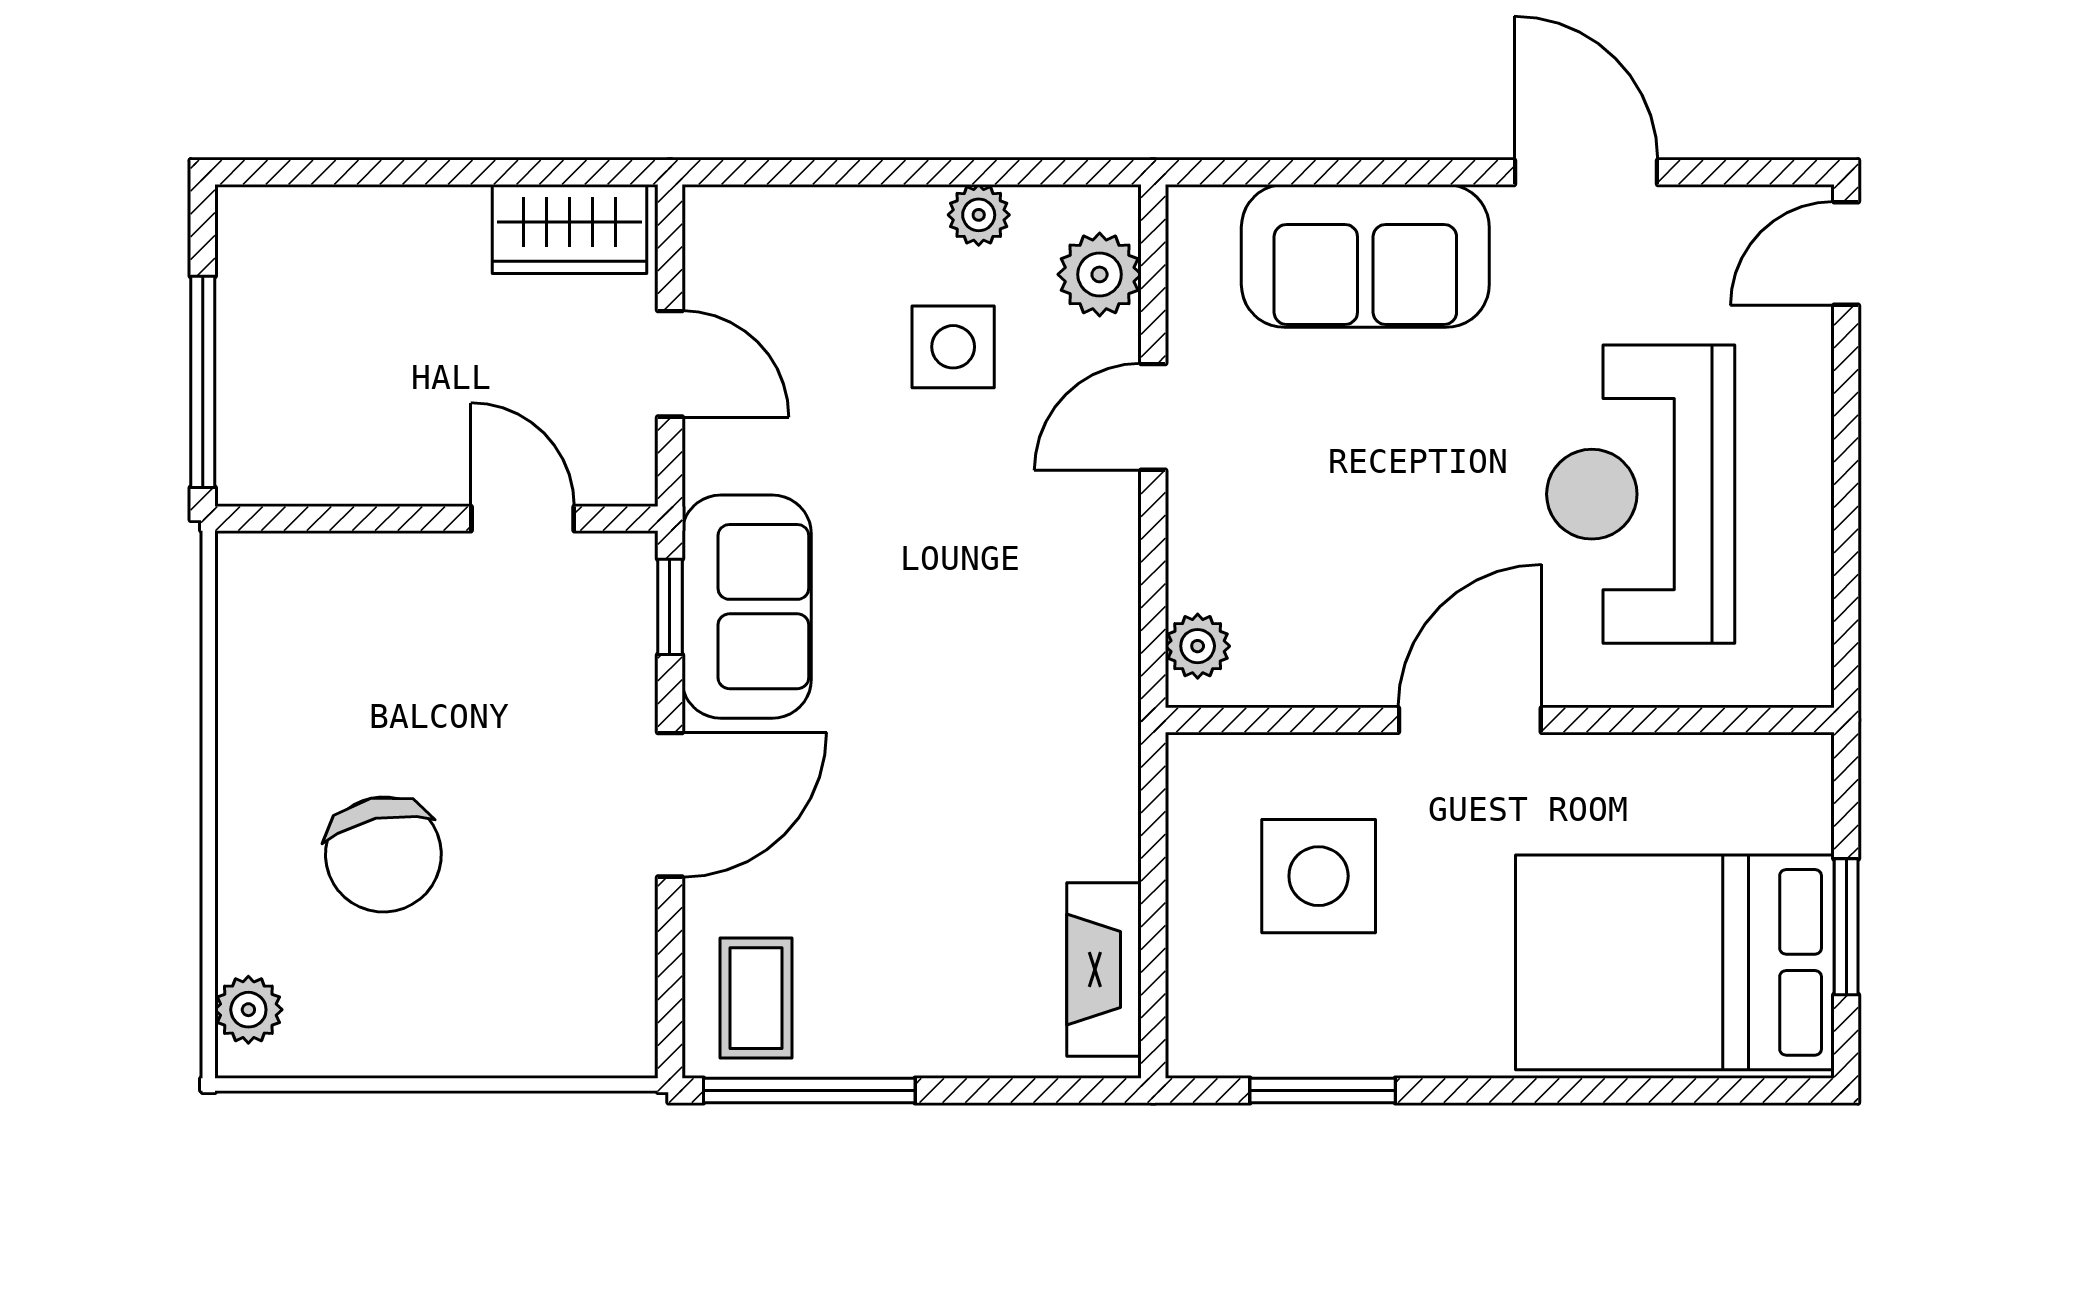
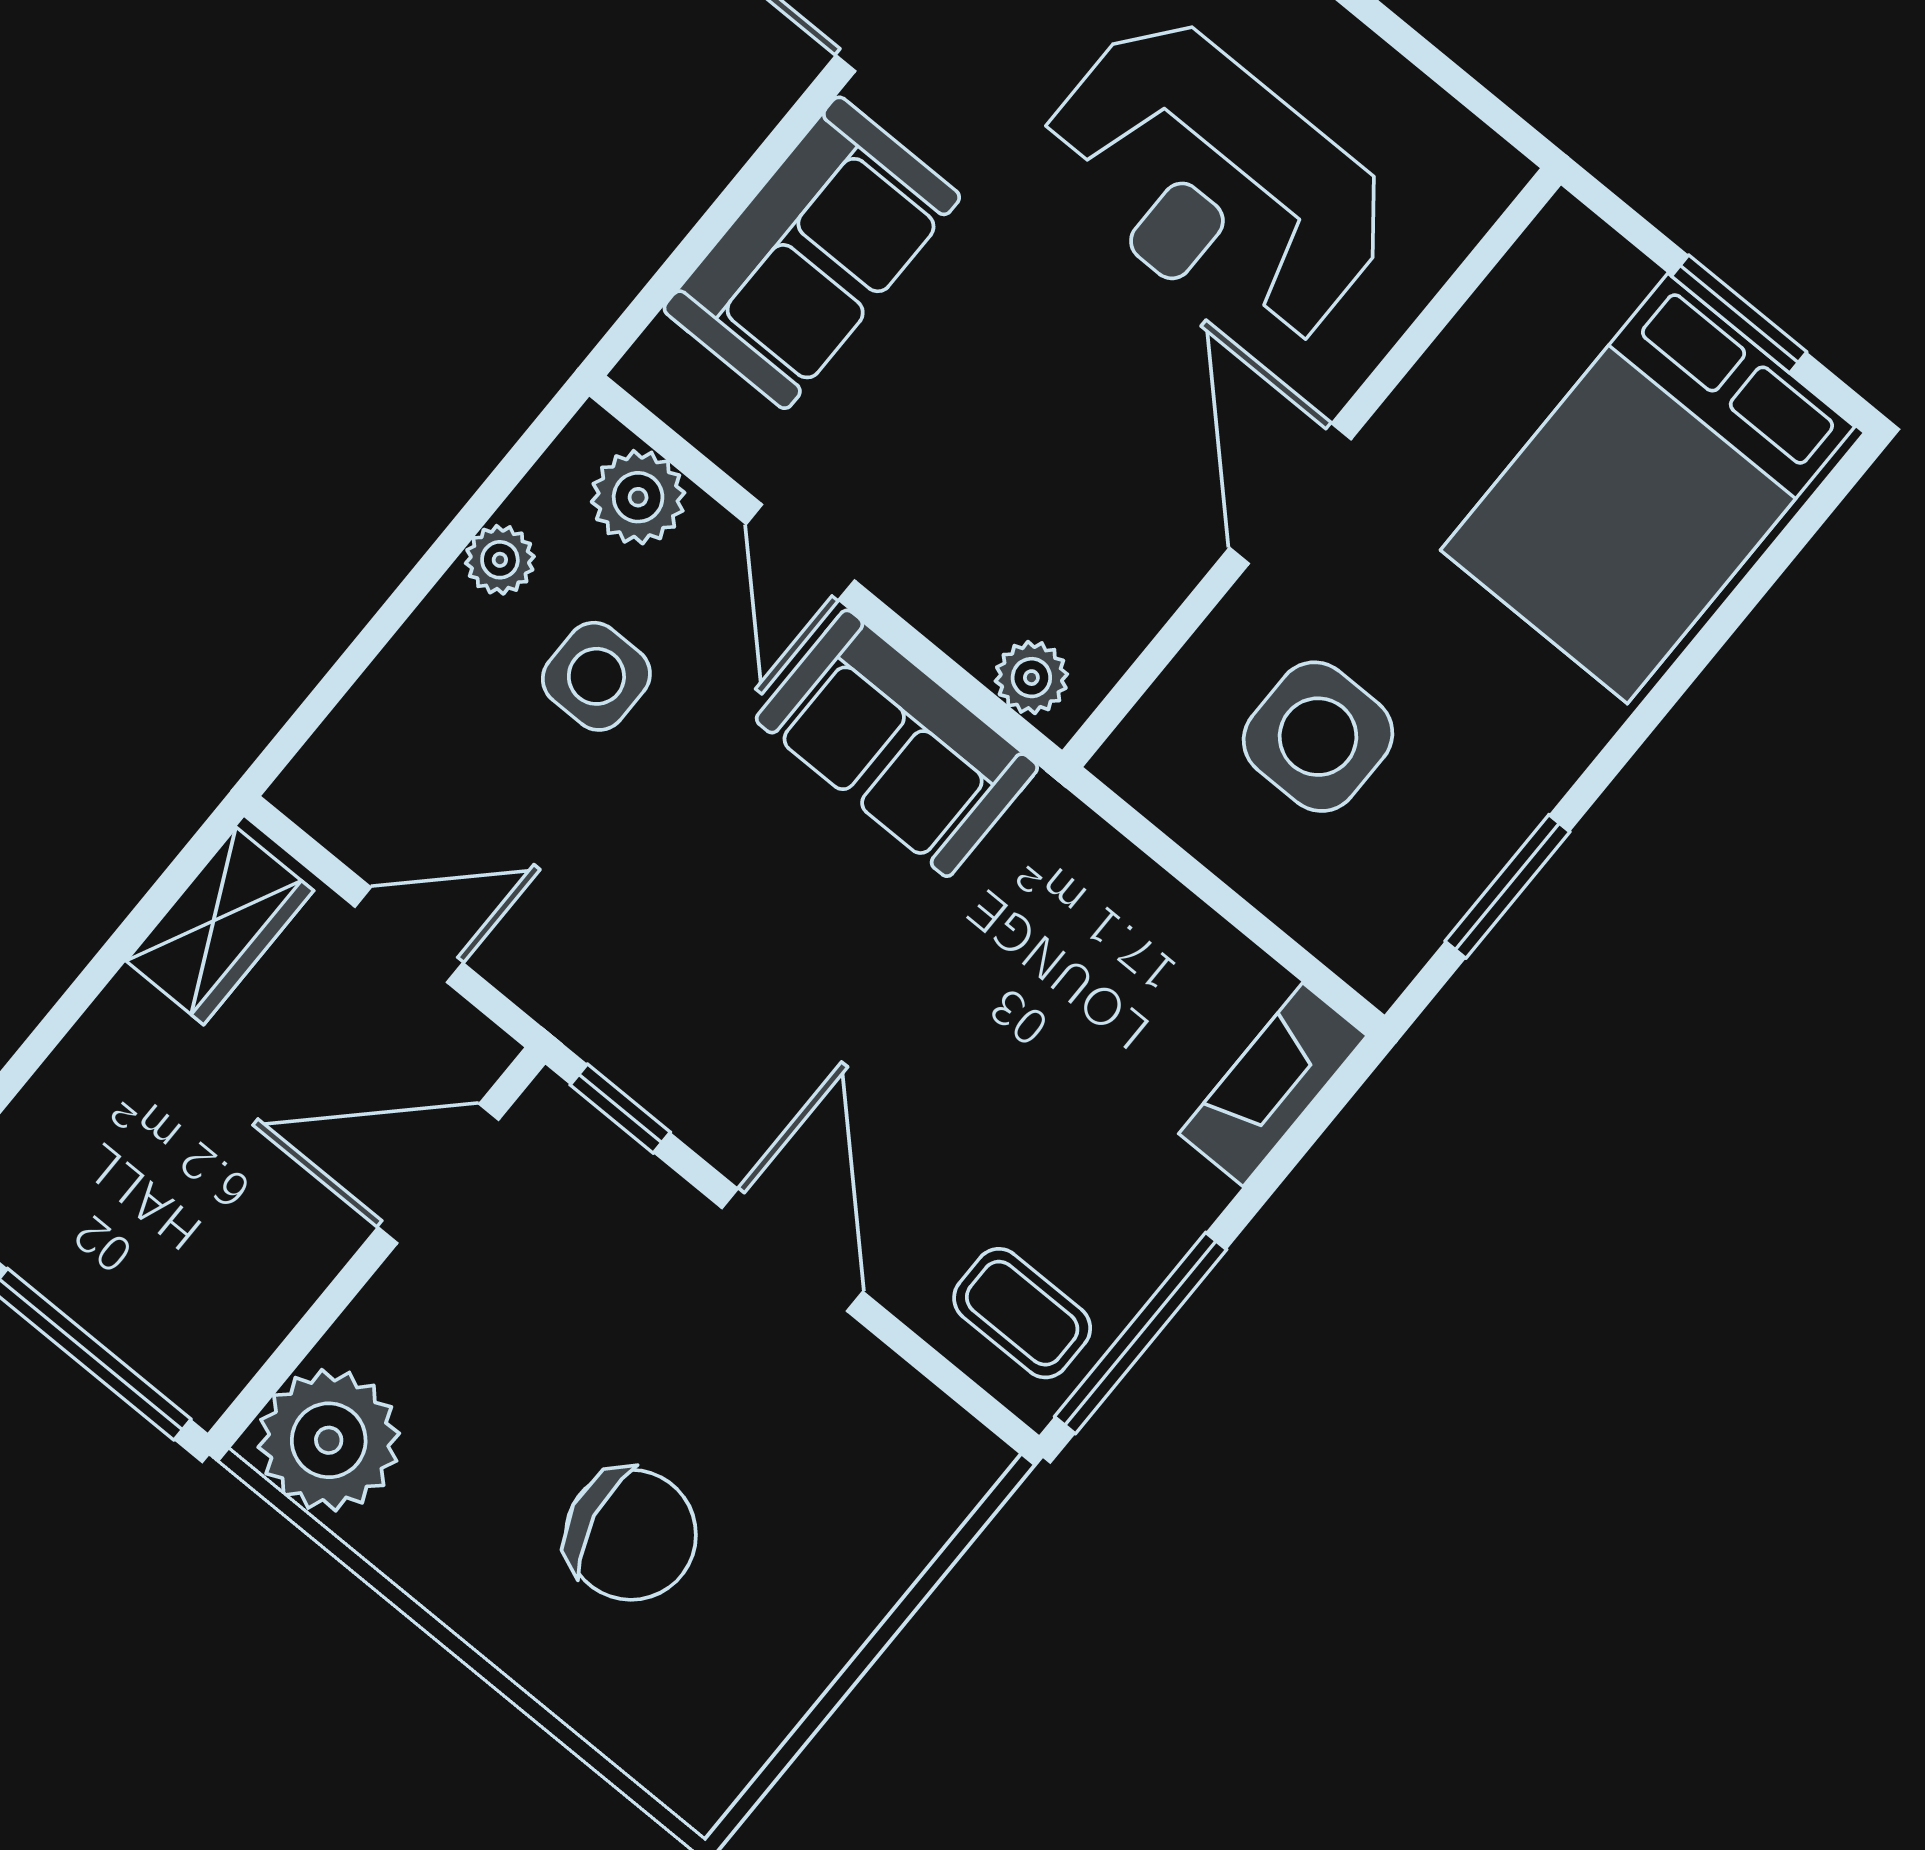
door: (523, 519) -> (438, 1174), width x1.38
sofa: (747, 607) -> (897, 743), moved, turned 180
fireplace: (1104, 969) -> (1273, 1085), moved, turned 90
plant: (248, 1010) -> (329, 1440), moved, width x1.88, depth x1.88

